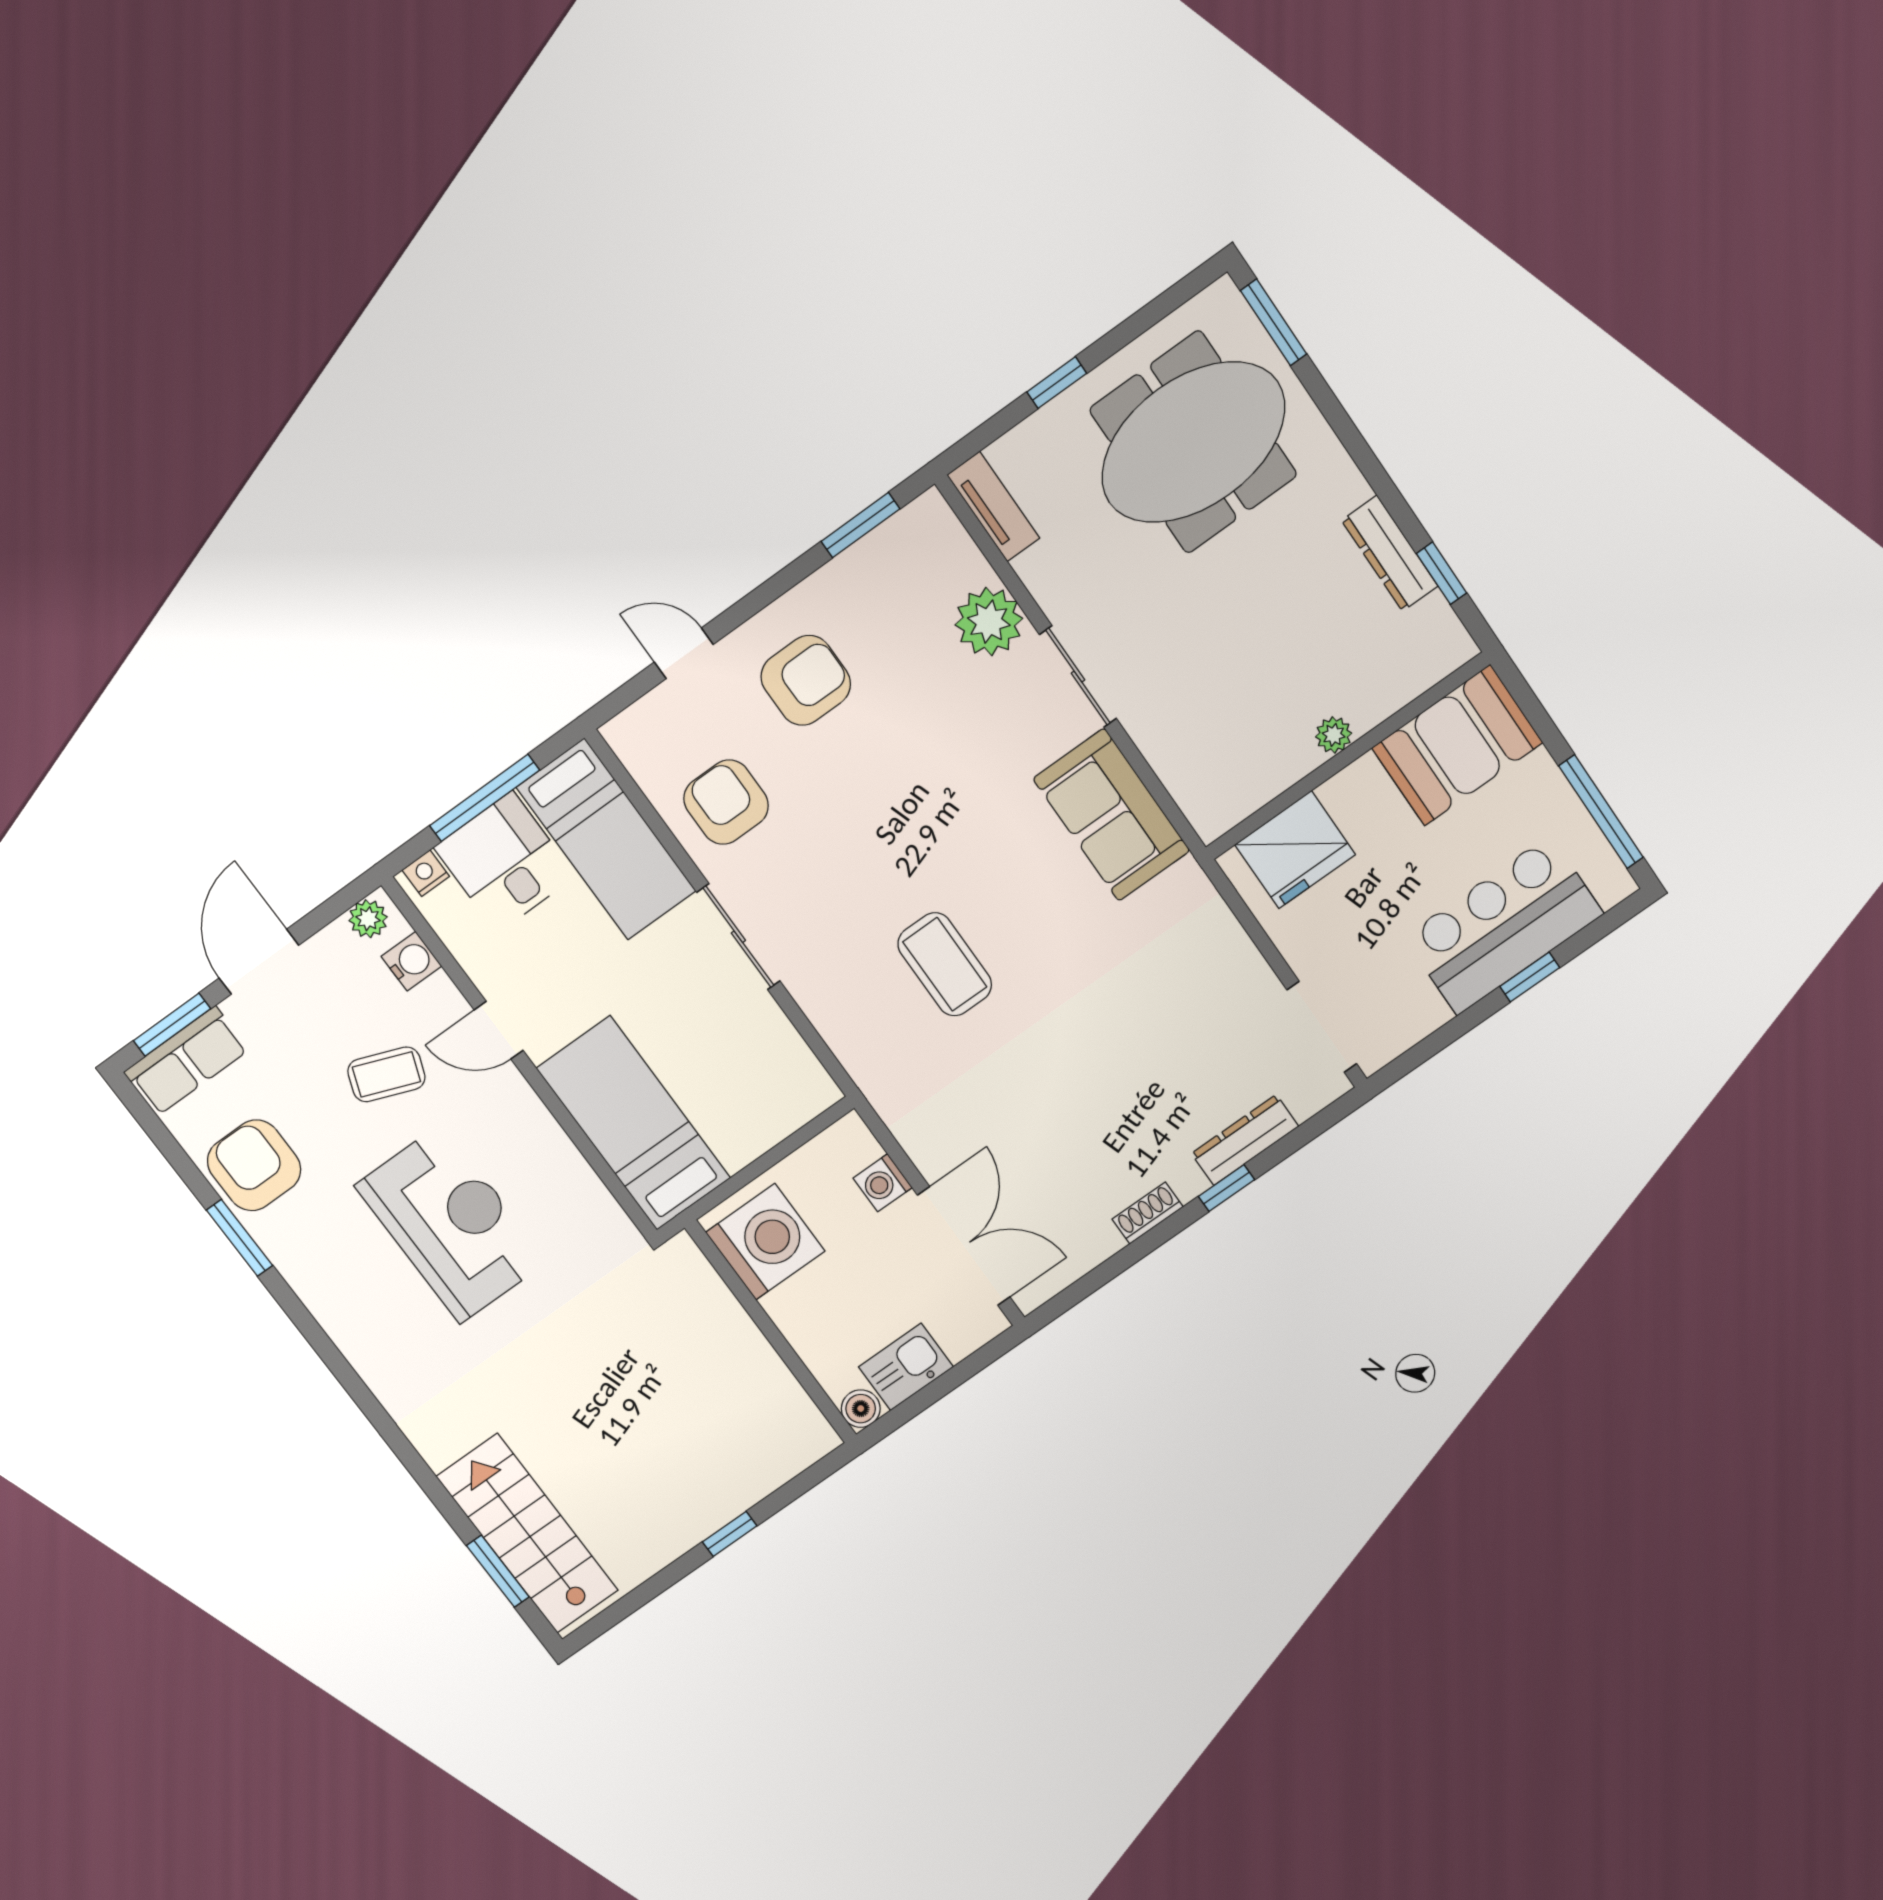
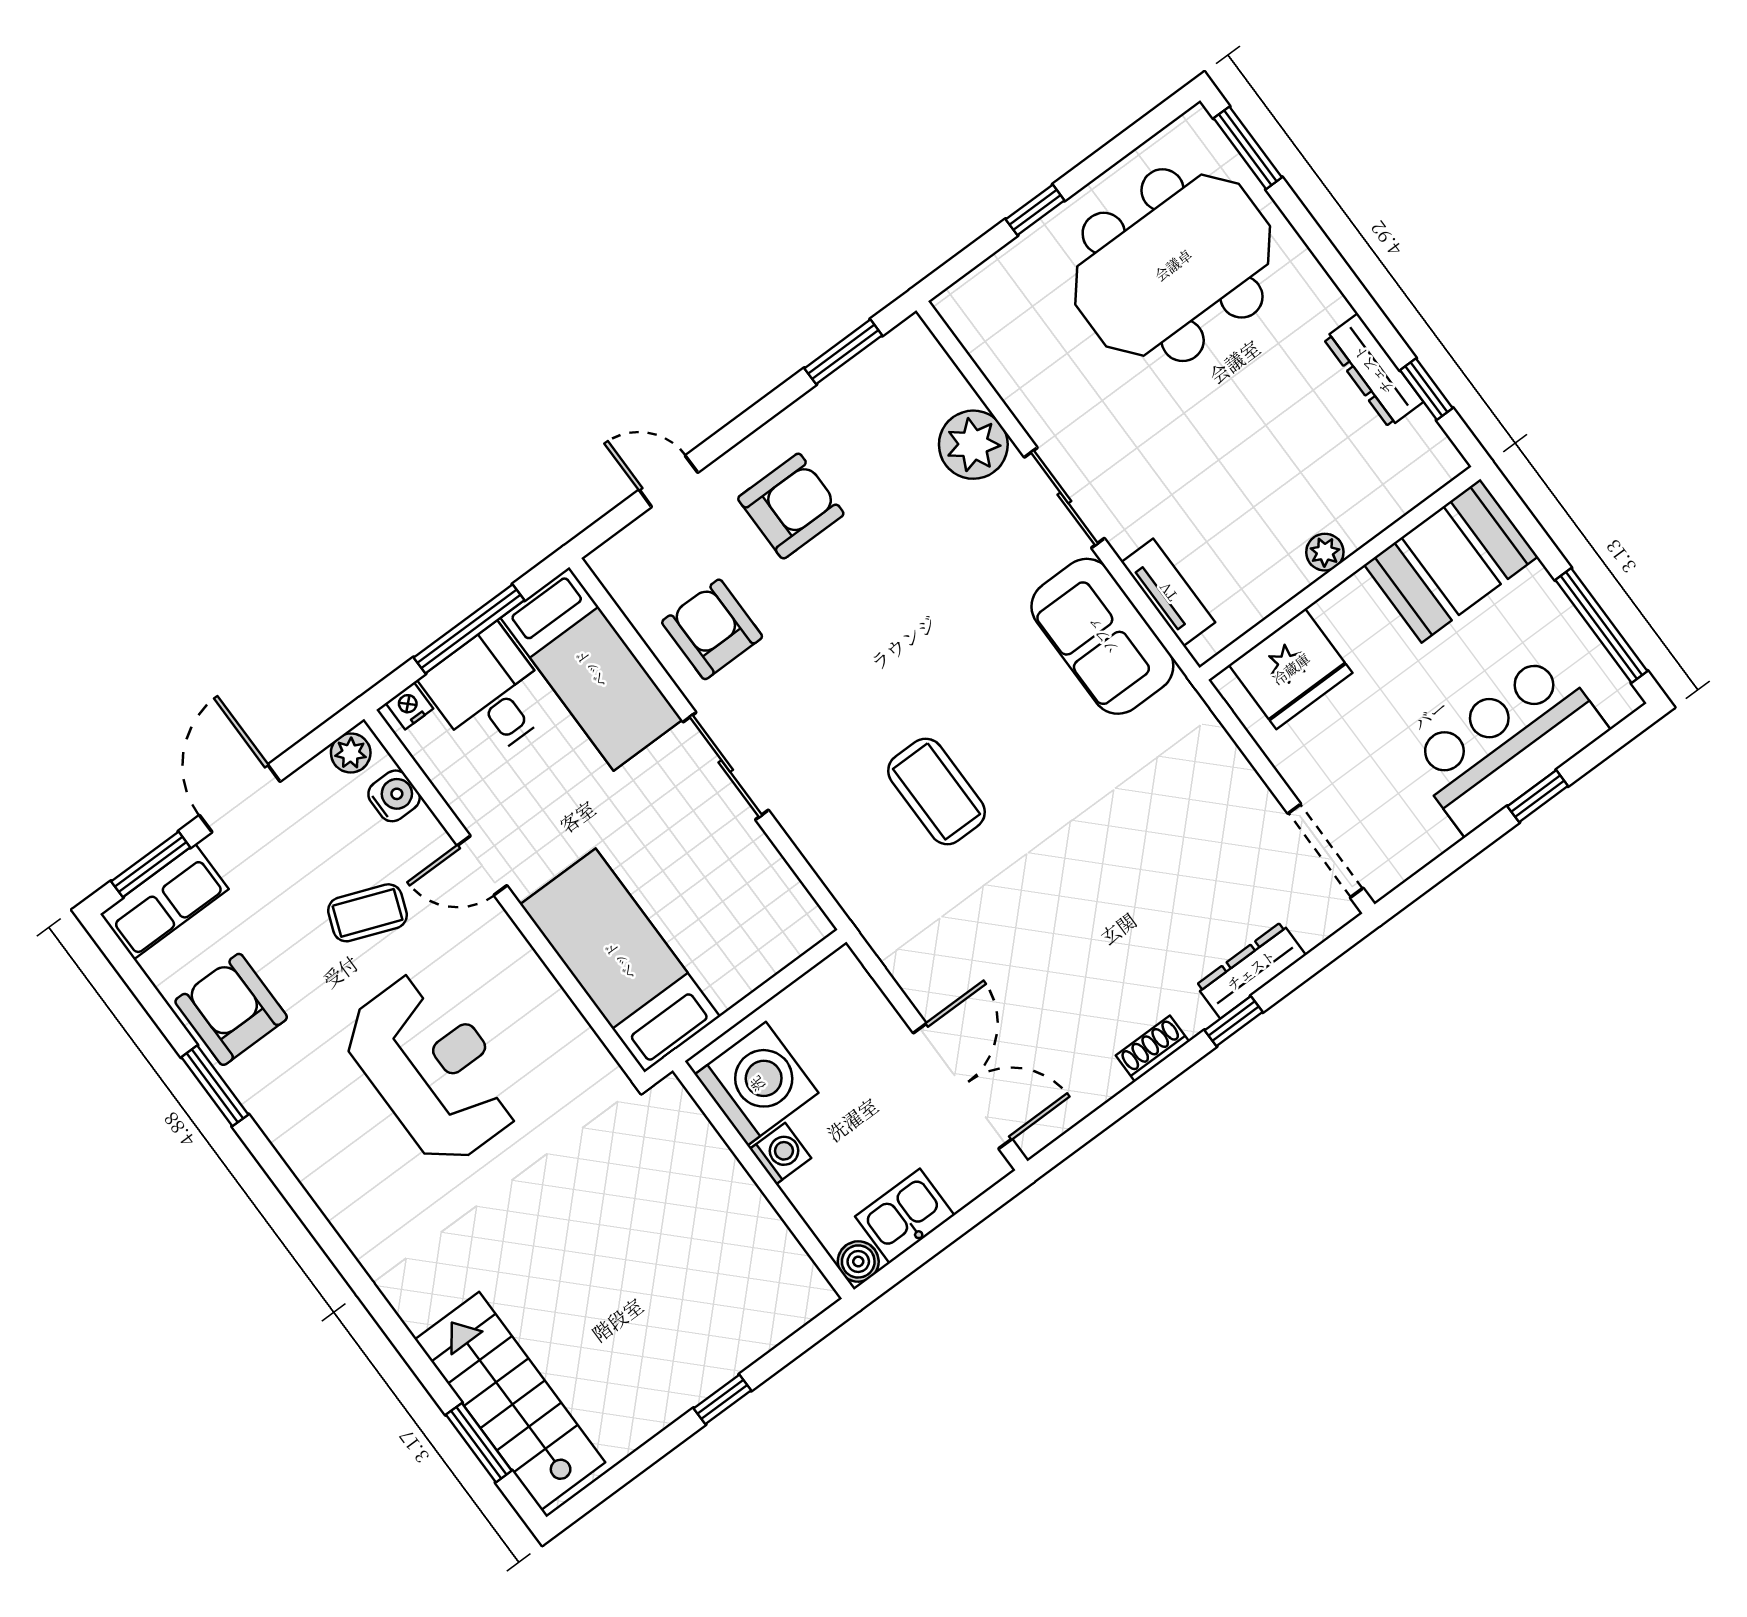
tv unit: (993, 507) -> (1168, 592), moved
washing machine: (883, 1183) -> (780, 1153), moved, turned 180

